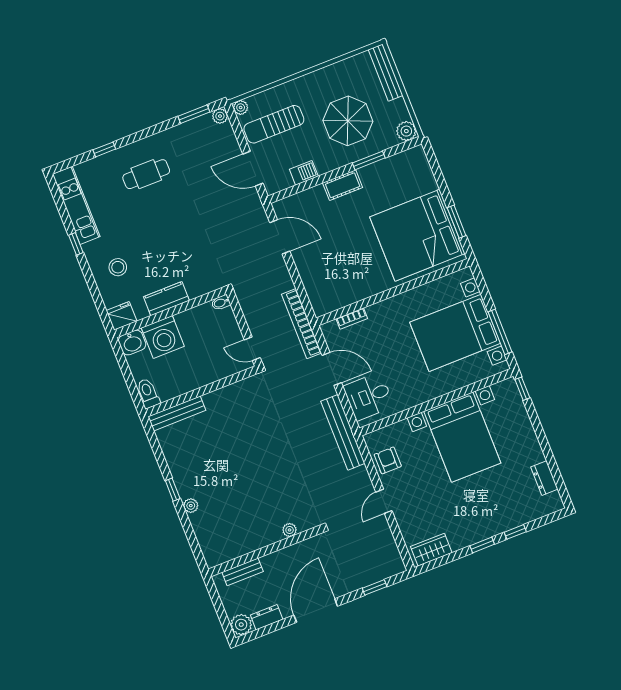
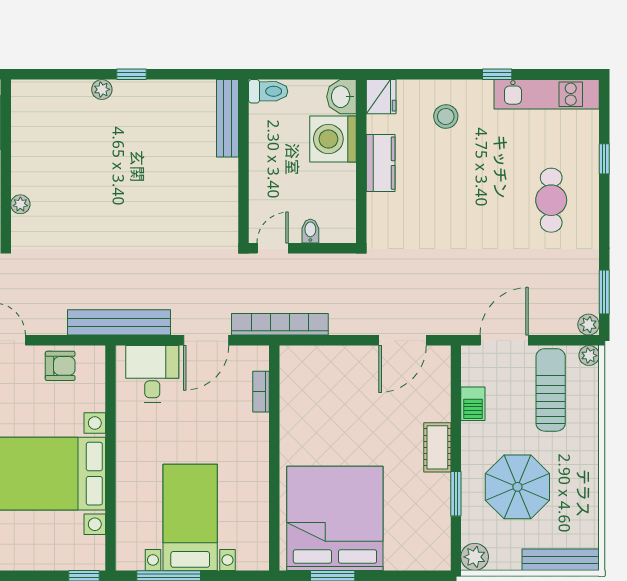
bidet: (221, 303) -> (310, 231), moved
bed with nightstands: (455, 333) -> (190, 517), width x0.73

